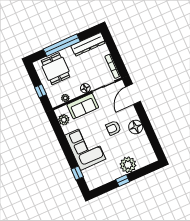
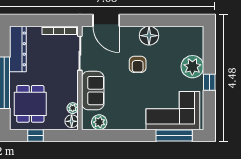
dining table: (56, 69) -> (30, 104), turned 90
floor lamp: (85, 88) -> (72, 121), moved
window: (40, 91) -> (36, 135), moved
corner sofa: (85, 147) -> (173, 111), moved
window: (77, 173) -> (174, 135), width x2.17

